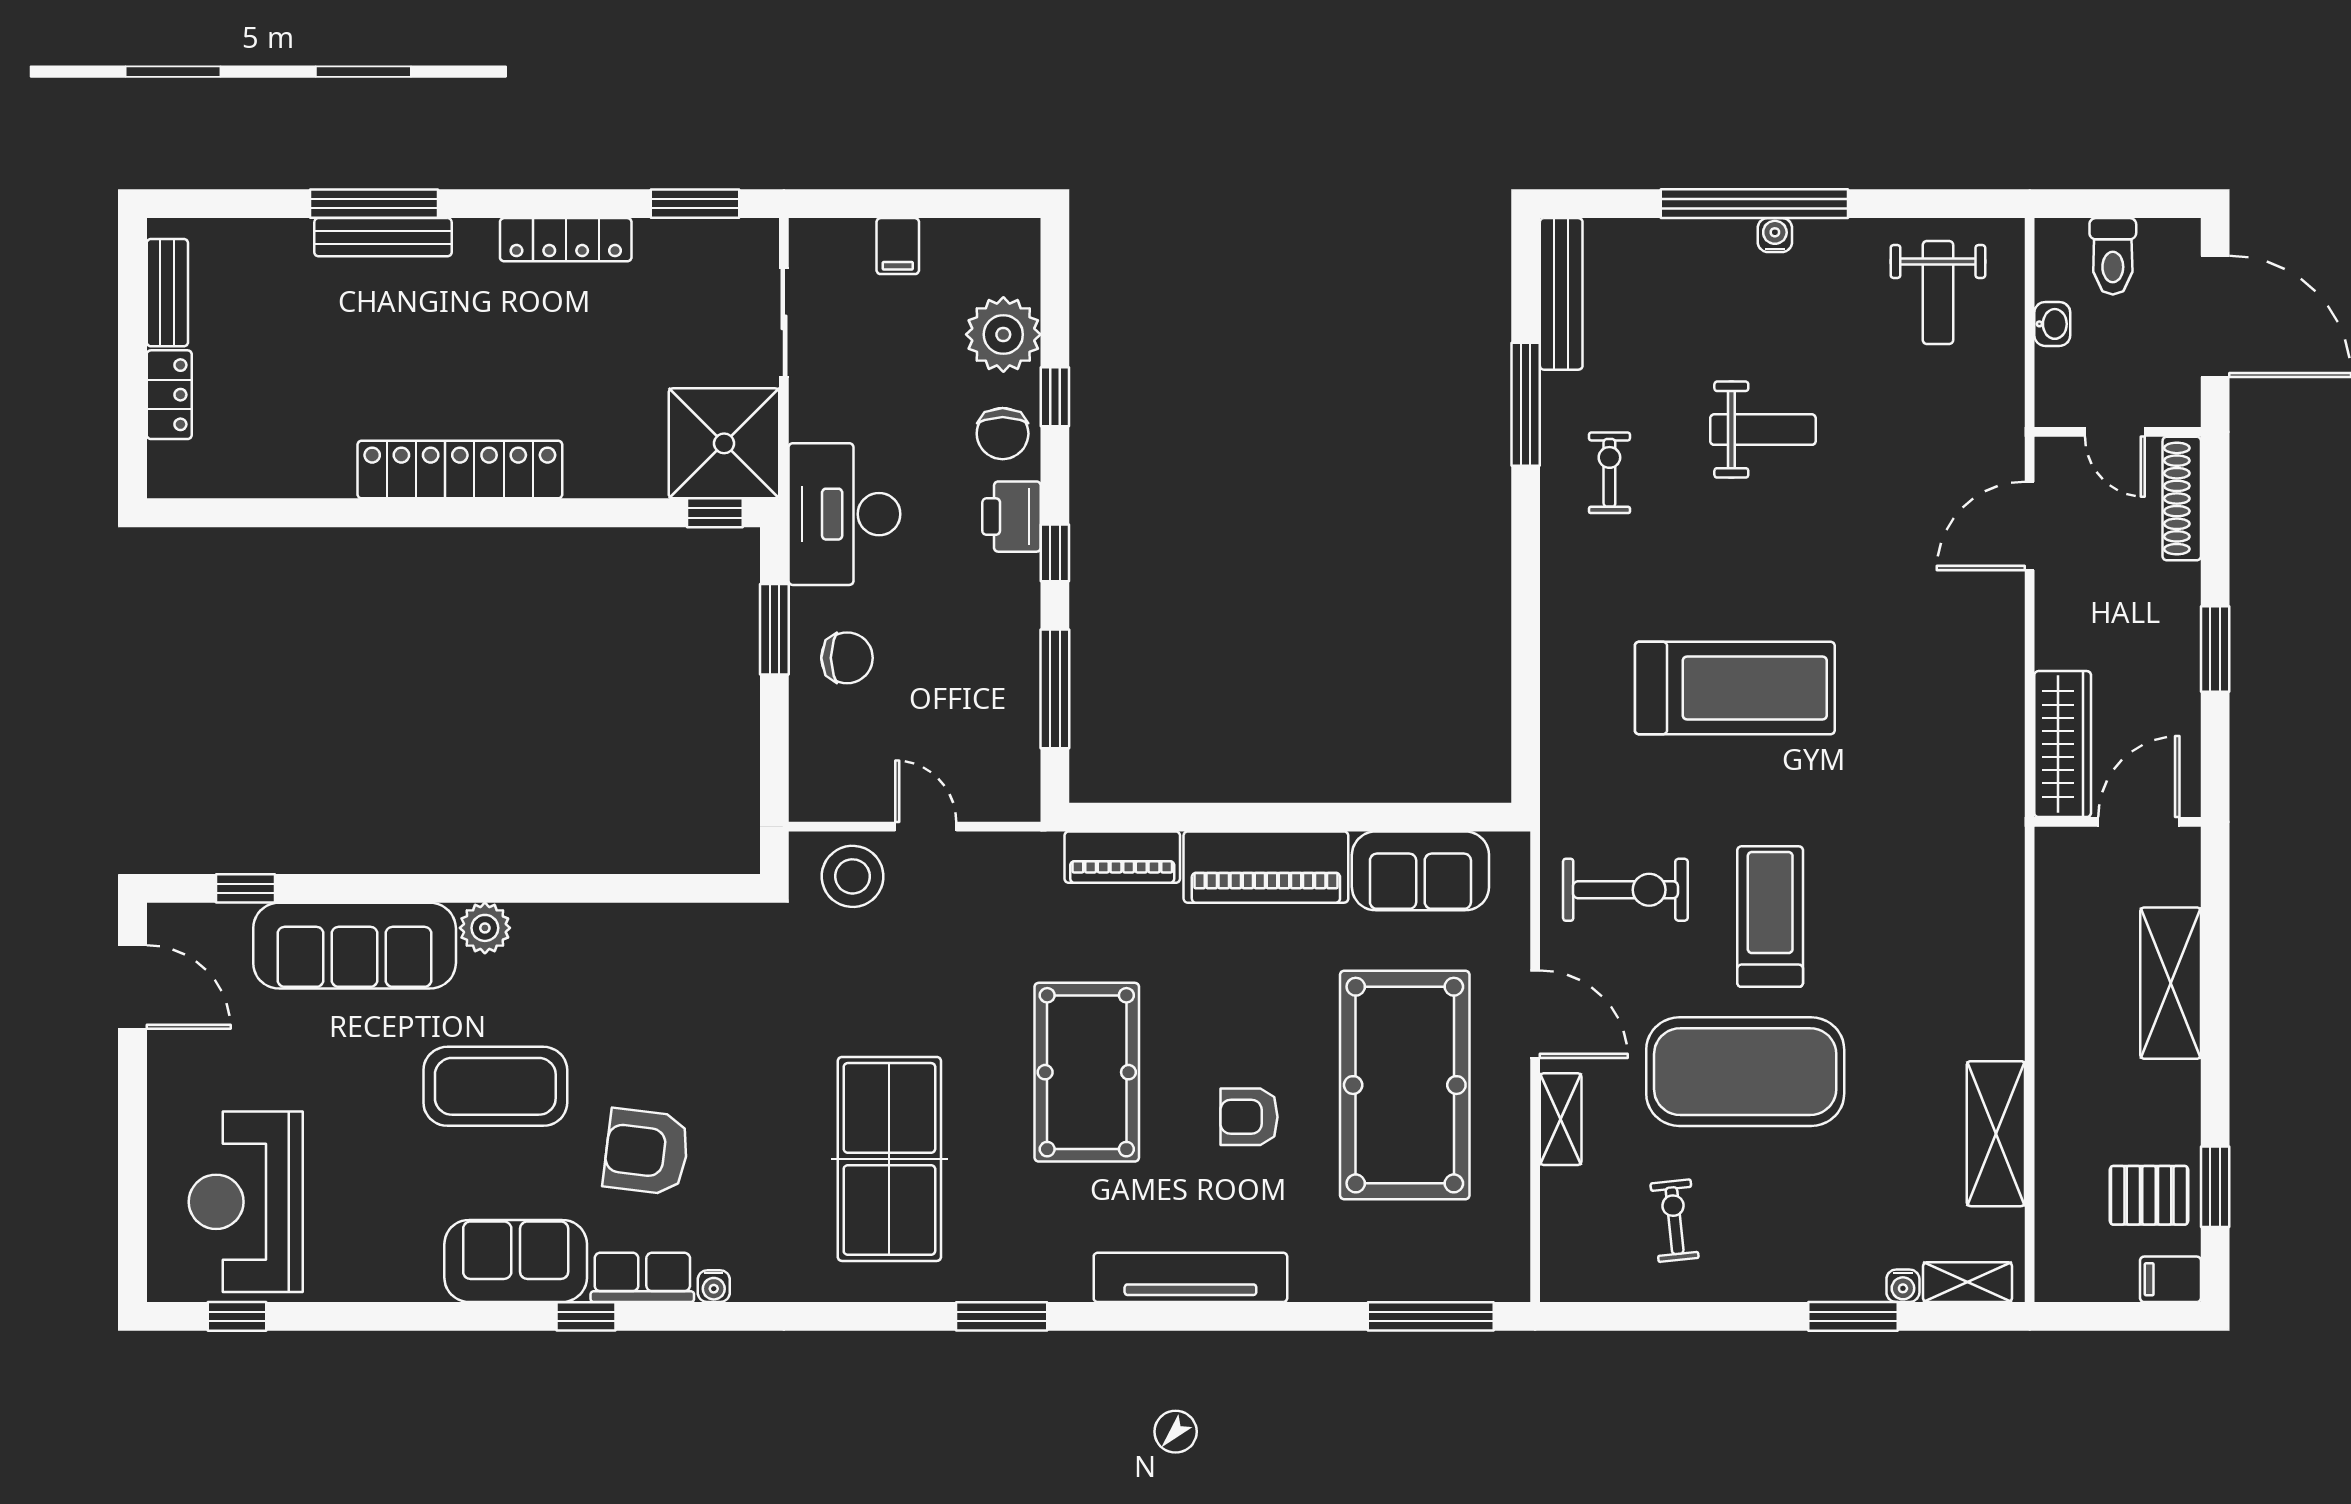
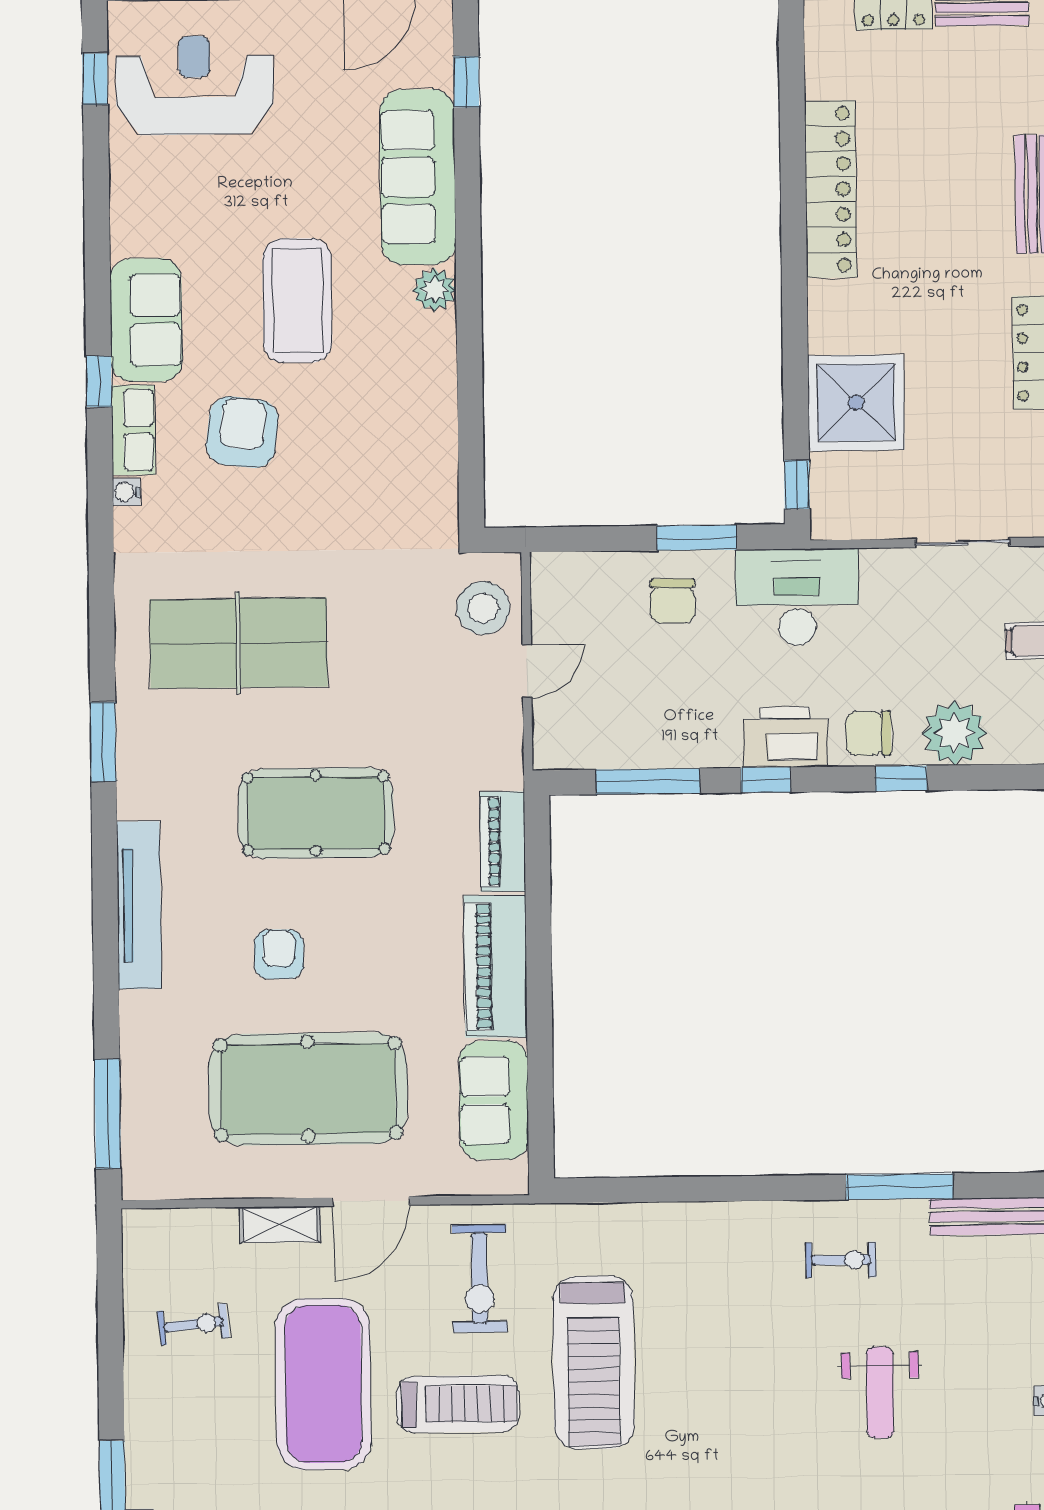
shower: (724, 443) -> (856, 403), moved
locker: (460, 470) -> (831, 189), moved
printer: (1012, 517) -> (785, 737), width x1.37, depth x1.19
treadmill: (1735, 688) -> (593, 1362), moved

